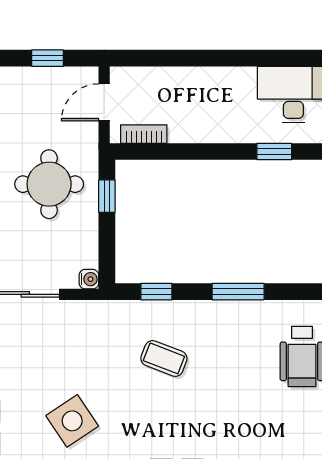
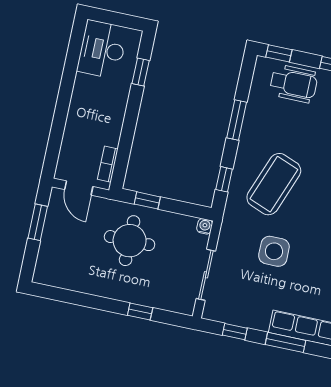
window: (48, 58) -> (38, 222), width x1.50
coffee table: (164, 358) -> (274, 184), width x1.86, depth x1.72
side table: (72, 421) -> (274, 251), moved, turned 34

